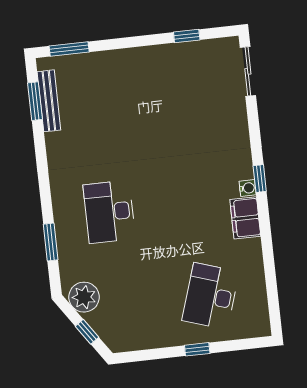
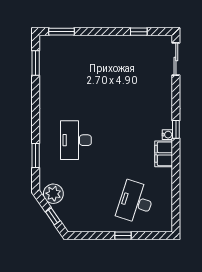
bench: (49, 101) -> (45, 64), removed

